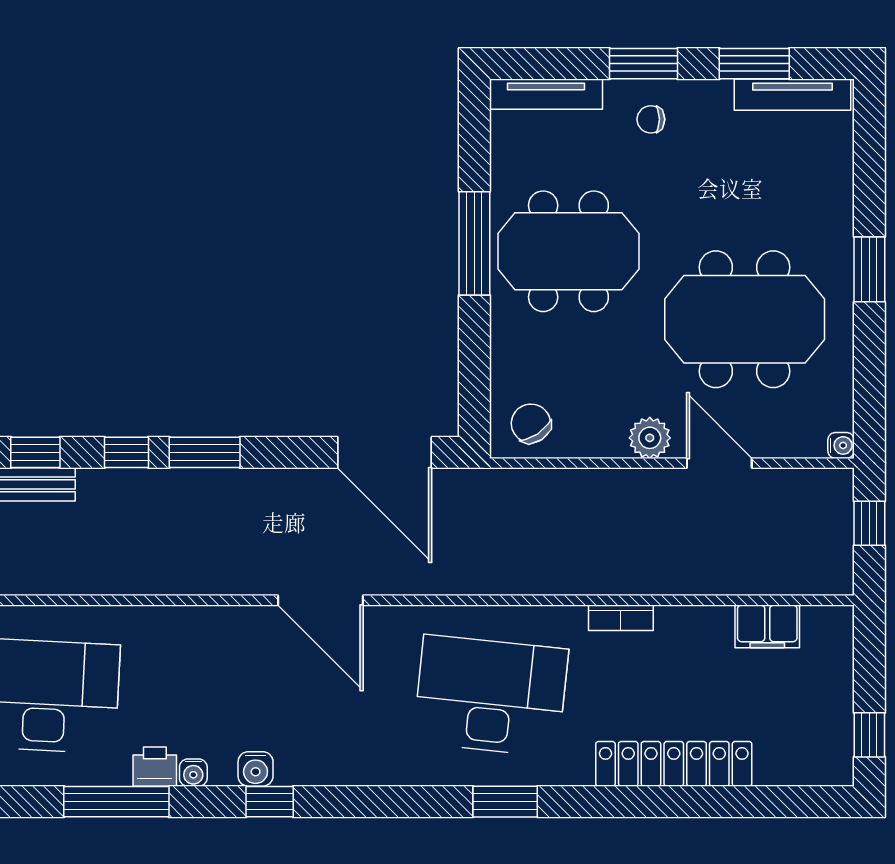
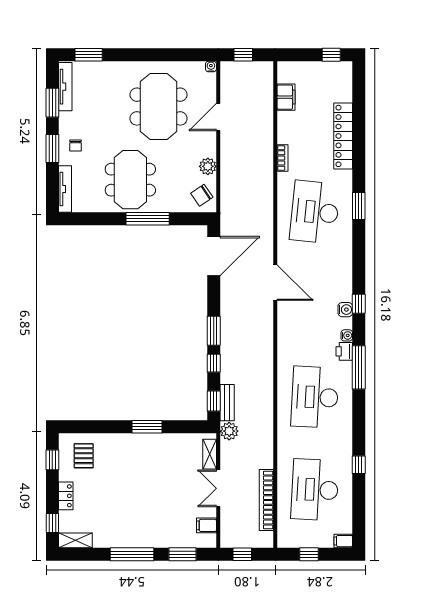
window: (474, 243) -> (148, 219), moved
window: (869, 269) -> (89, 55), moved
plant: (650, 438) -> (208, 166), moved
door: (320, 600) -> (275, 283), hinge flipped

